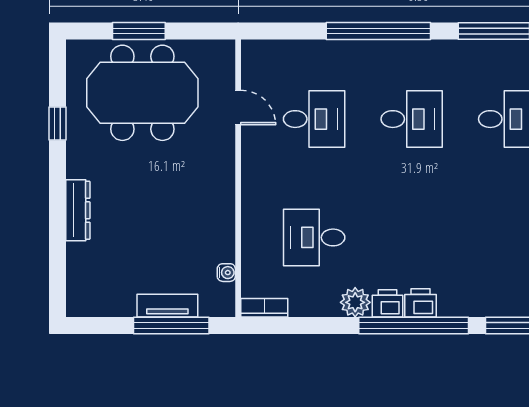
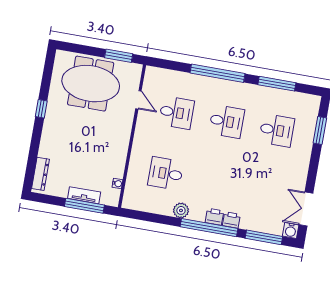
window: (139, 31) -> (119, 56), moved
window: (58, 123) -> (41, 109), moved
dresser: (78, 210) -> (41, 174), moved
printer: (387, 303) -> (231, 220), moved
bookcase: (264, 308) -> (134, 205), removed

